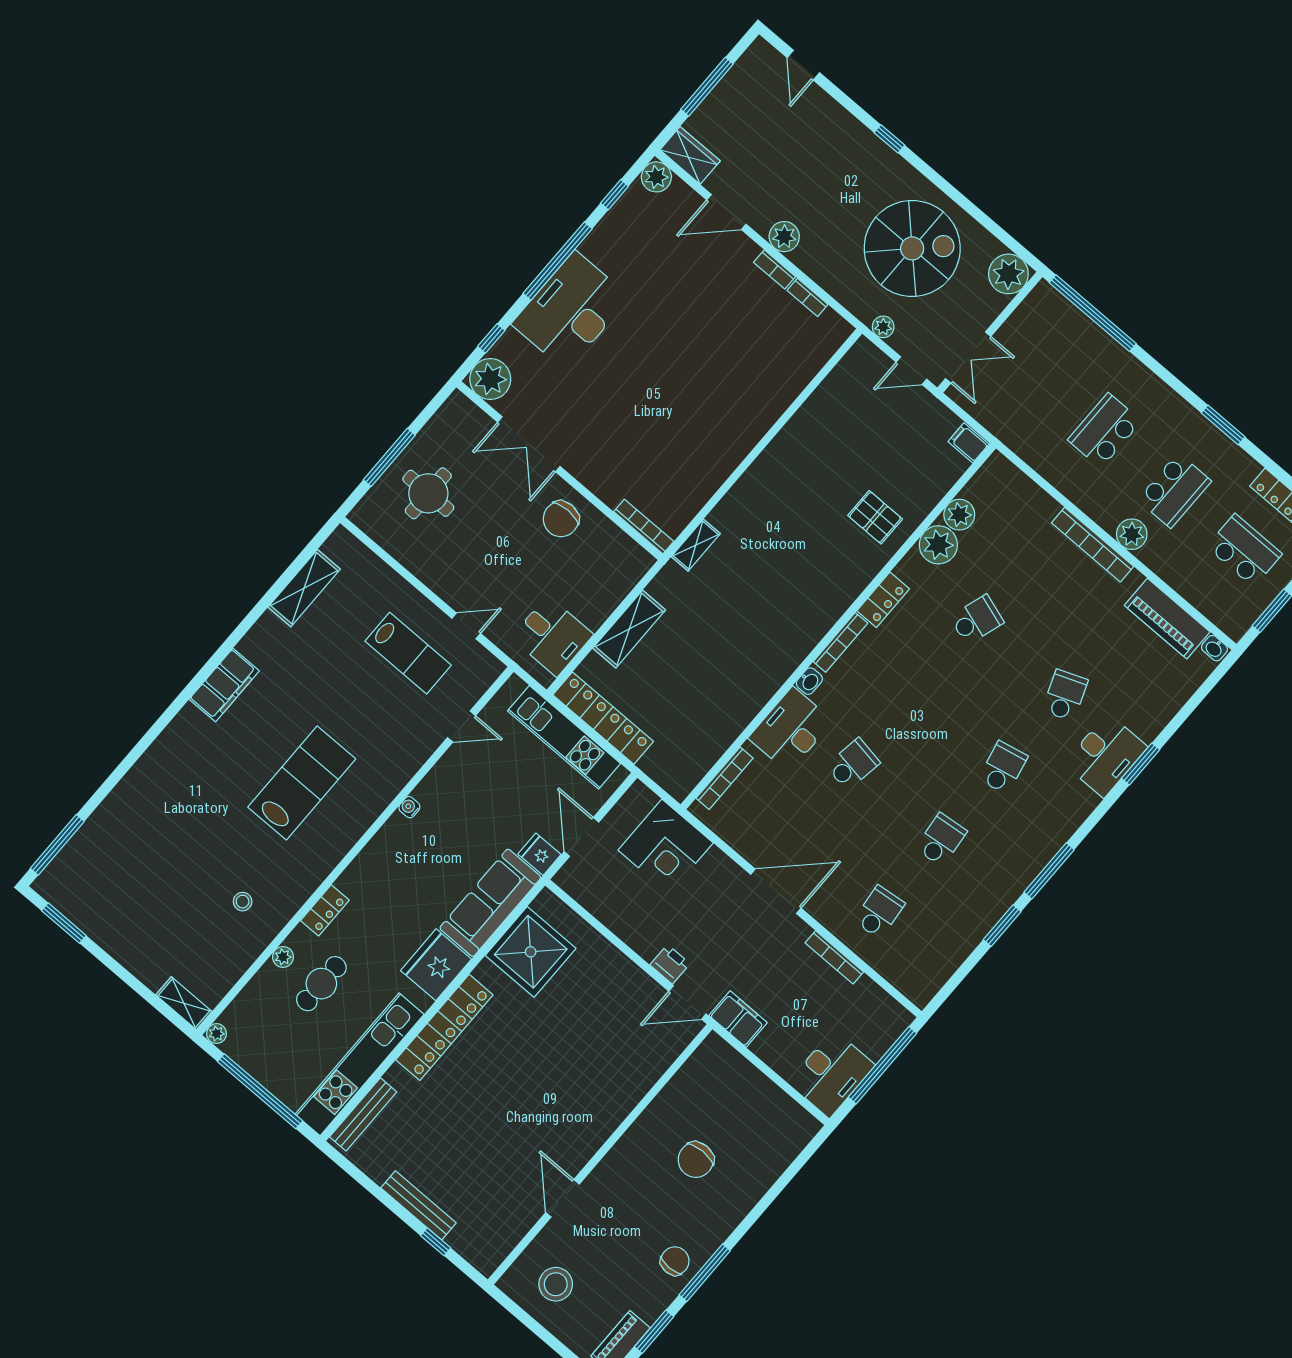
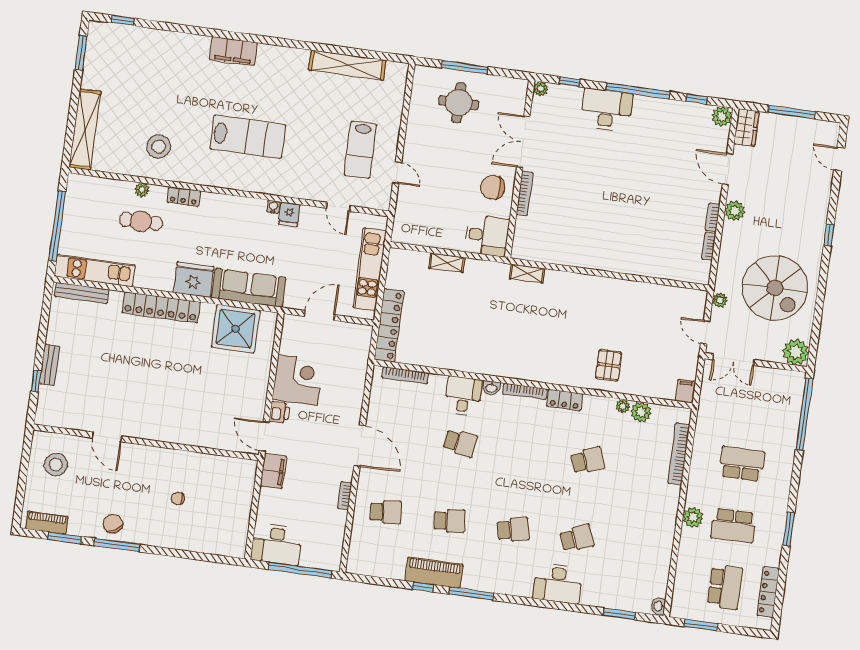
door: (803, 65) -> (839, 159), hinge flipped
desk: (571, 311) -> (606, 110), width x0.73, depth x0.77
plant: (490, 379) -> (541, 89), width x0.53, depth x0.53
bookcase: (644, 527) -> (525, 193), moved
plant: (938, 545) -> (623, 406), width x0.53, depth x0.53
bookcase: (1093, 545) -> (679, 454), moved
shelving: (304, 588) -> (347, 65), width x1.47
piano: (1167, 619) -> (434, 573), moved, turned 90
school desk: (977, 620) -> (588, 460), turned -39
shelving: (629, 629) -> (447, 263), width x0.67, depth x0.75
desk: (552, 636) -> (487, 236), moved, turned -90
filing cabinet: (224, 685) -> (233, 51), moved
locker: (603, 718) -> (389, 325), moved
desk: (791, 730) -> (463, 396), width x0.73
window: (1141, 764) -> (619, 614), moved
window: (57, 845) -> (123, 21), width x0.46
corner desk: (666, 847) -> (298, 380), moved, turned 180
fridge: (539, 854) -> (289, 214), moved, turned 180
stool: (243, 902) -> (159, 147), width x1.89, depth x1.89
window: (1002, 926) -> (423, 587), width x0.67
bookcase: (834, 957) -> (345, 496), width x0.64
shelving: (184, 1003) -> (85, 129), width x2.20, depth x1.33
plant: (217, 1034) -> (74, 180), removed
kitchen unit: (360, 1064) -> (95, 271), width x0.73
chair: (696, 1160) -> (178, 499), width x0.54, depth x0.54
door: (562, 1198) -> (107, 437), swing flipped
bench: (418, 1205) -> (49, 365), width x0.73
chair: (675, 1261) -> (113, 524), turned -123

